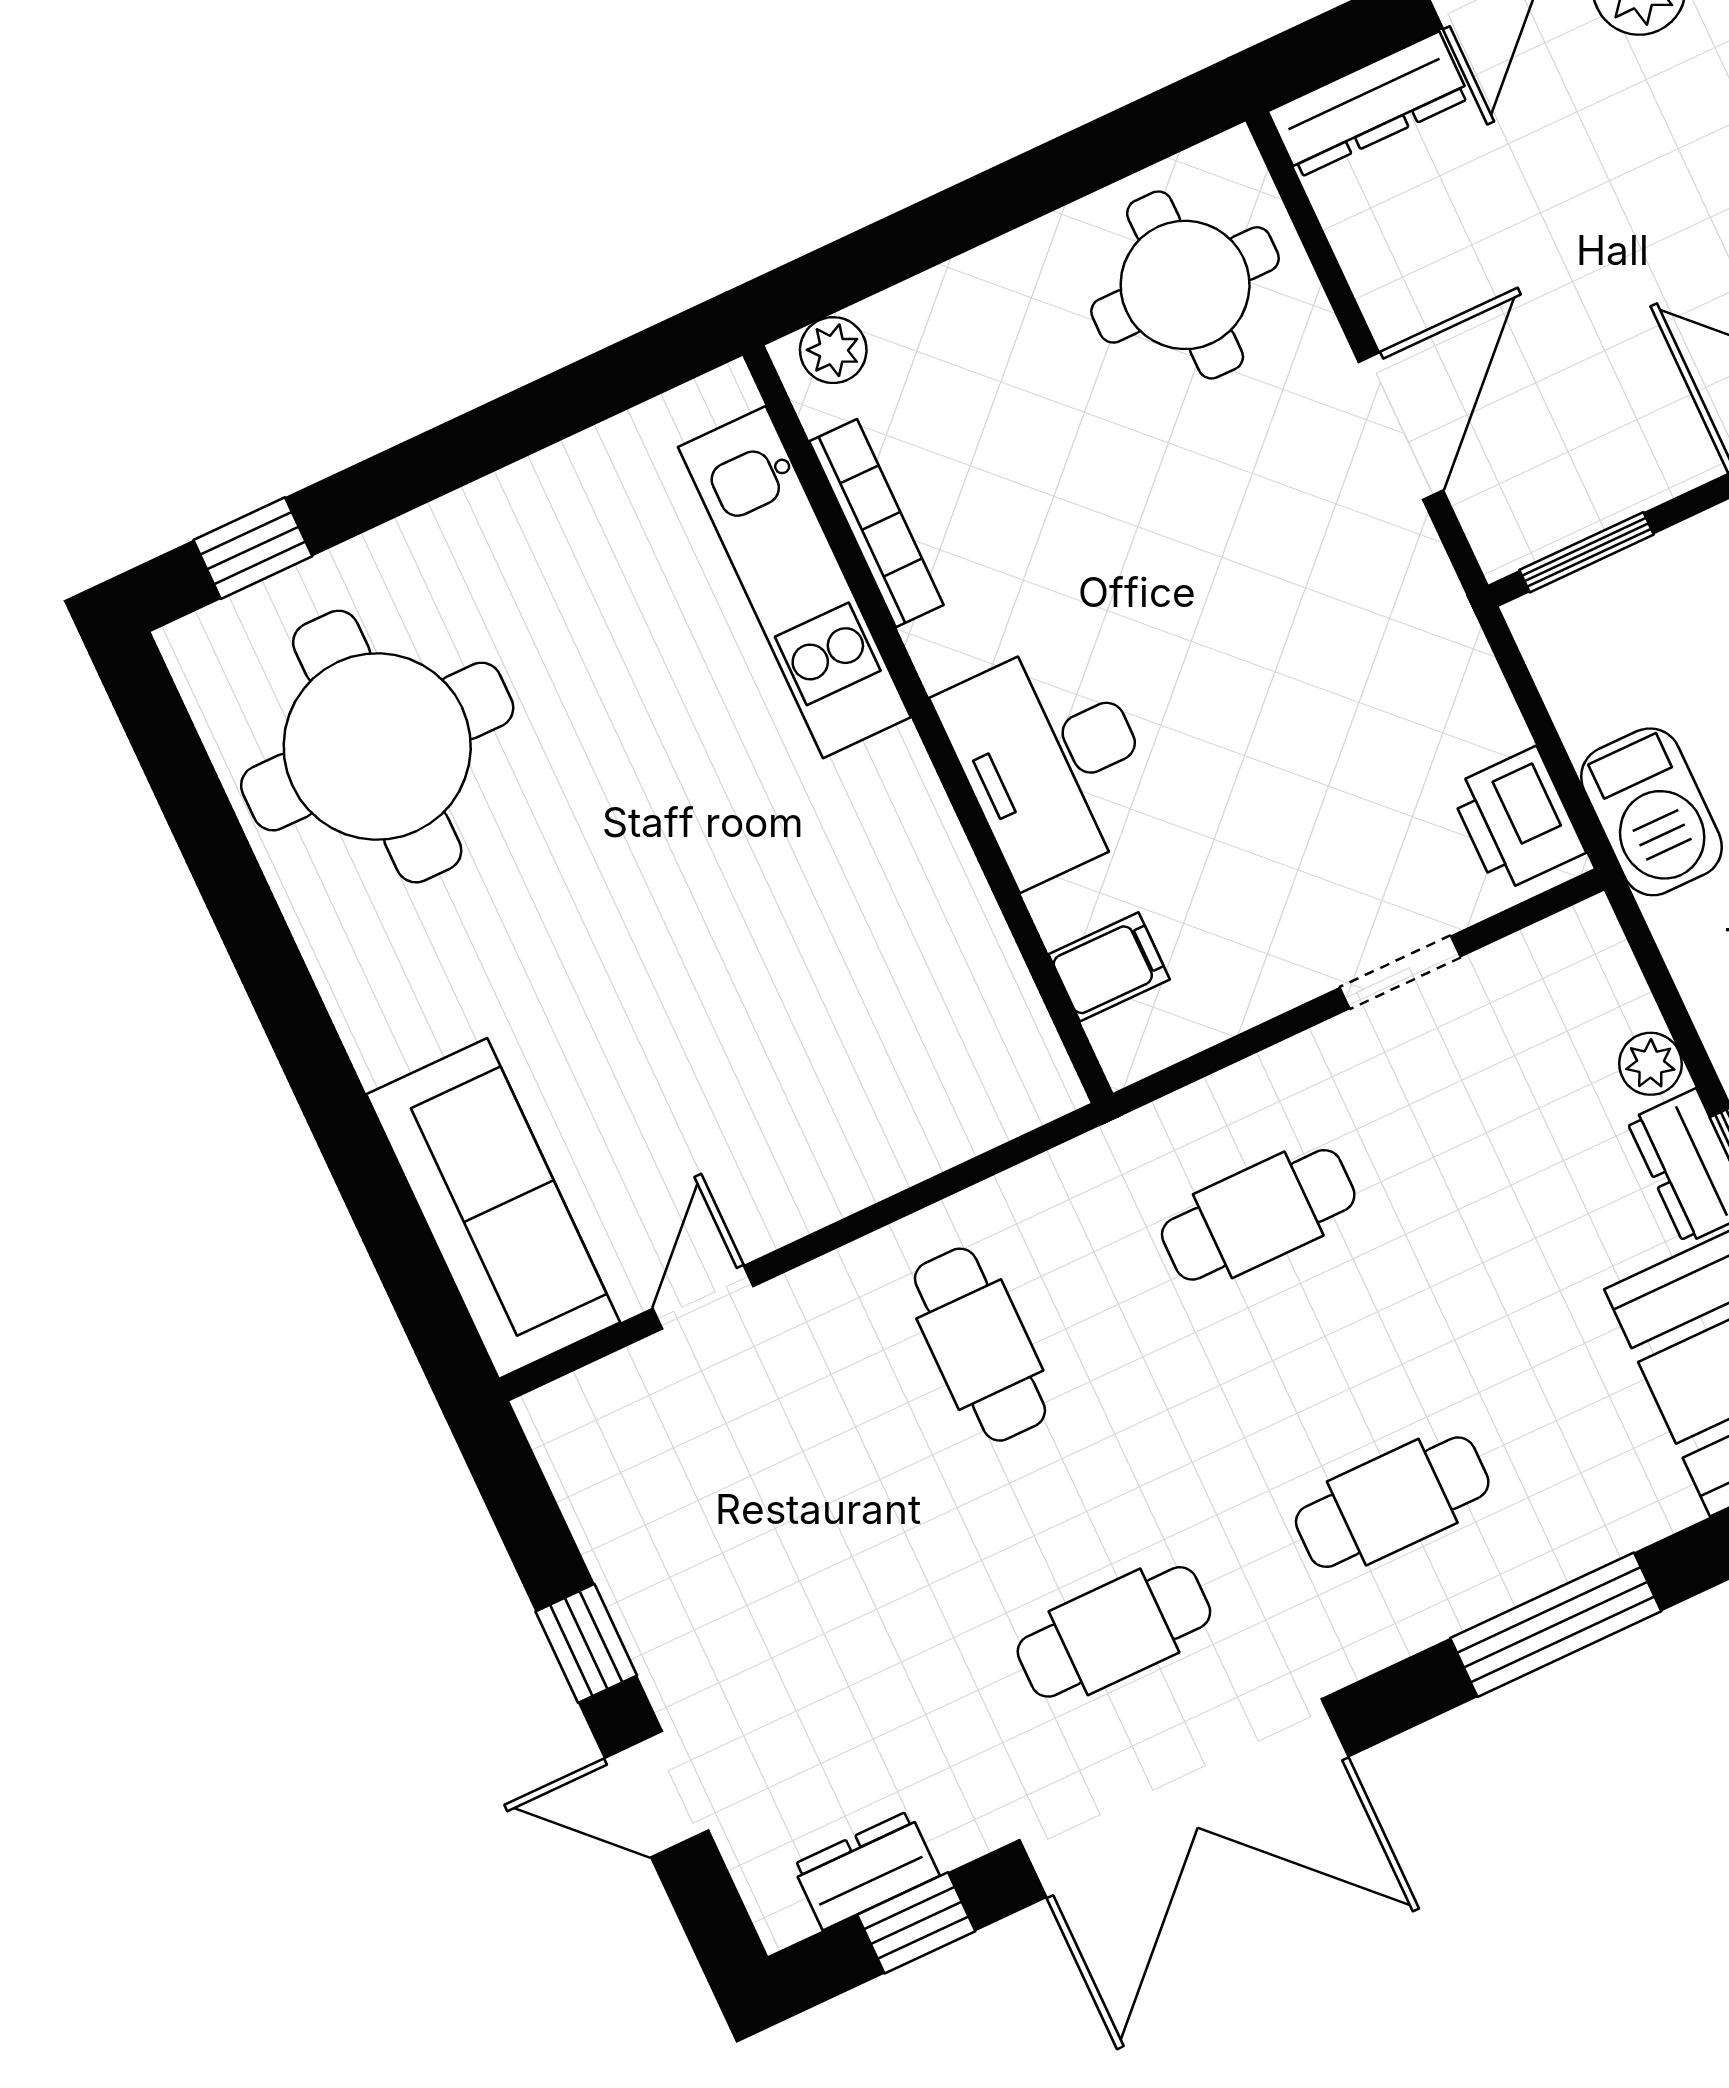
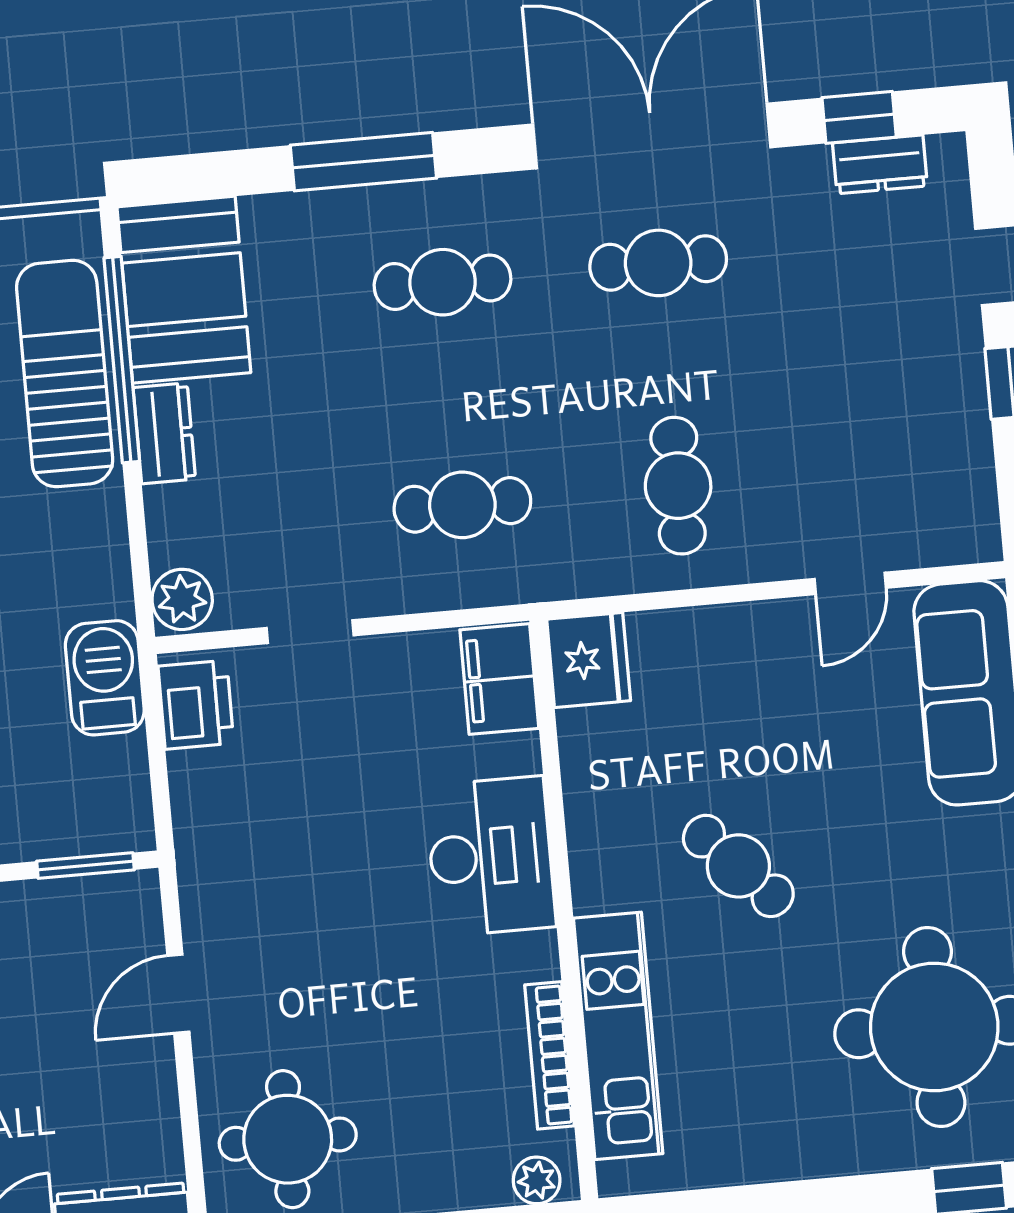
door: (1401, 426) -> (178, 994), width x0.73
cafe table: (716, 867) -> (738, 866), added
filing cabinet: (1109, 967) -> (499, 679), width x2.00
plant: (1651, 1064) -> (182, 599), moved, width x1.38, depth x1.38
fridge: (1015, 1069) -> (589, 660), added

